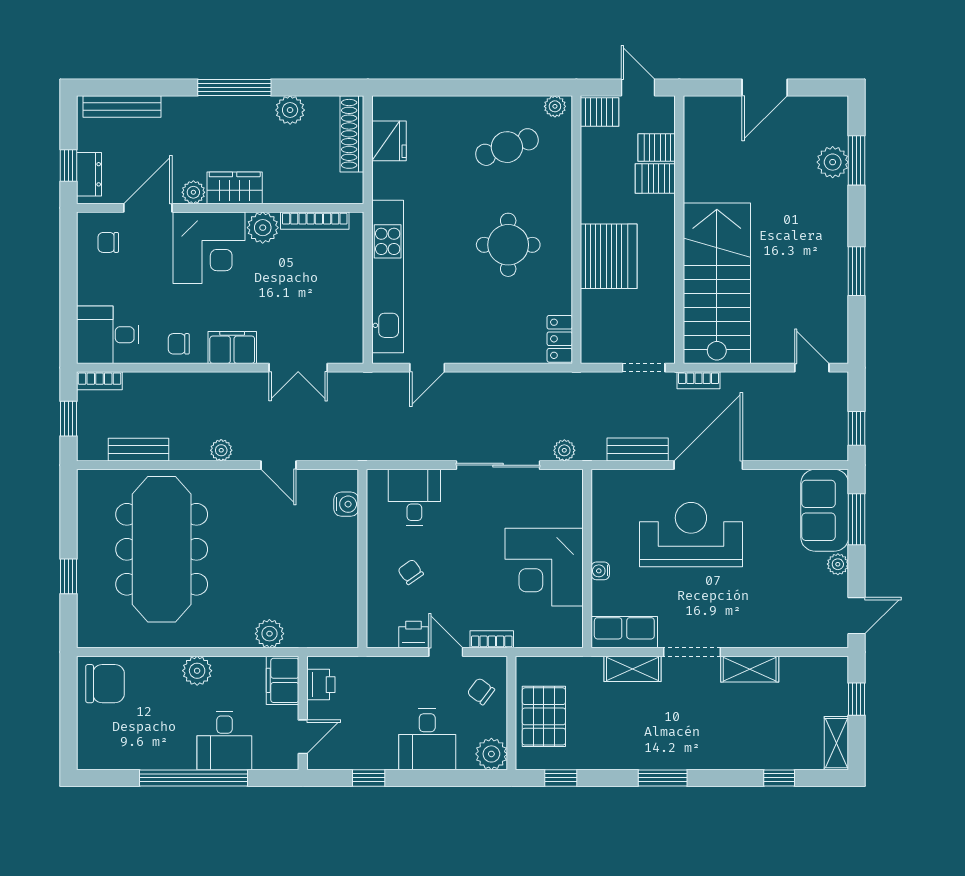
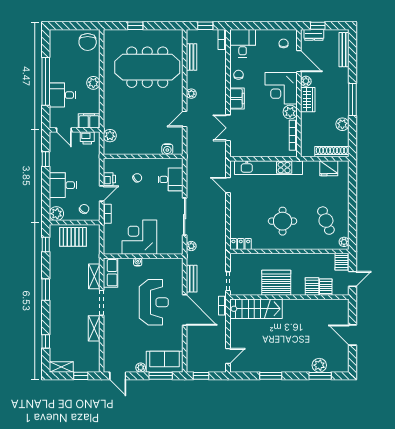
server rack: (609, 256) -> (276, 283), moved, turned 180
stairs: (717, 283) -> (256, 309), width x0.73, depth x0.66
plant: (269, 634) -> (110, 136), moved

